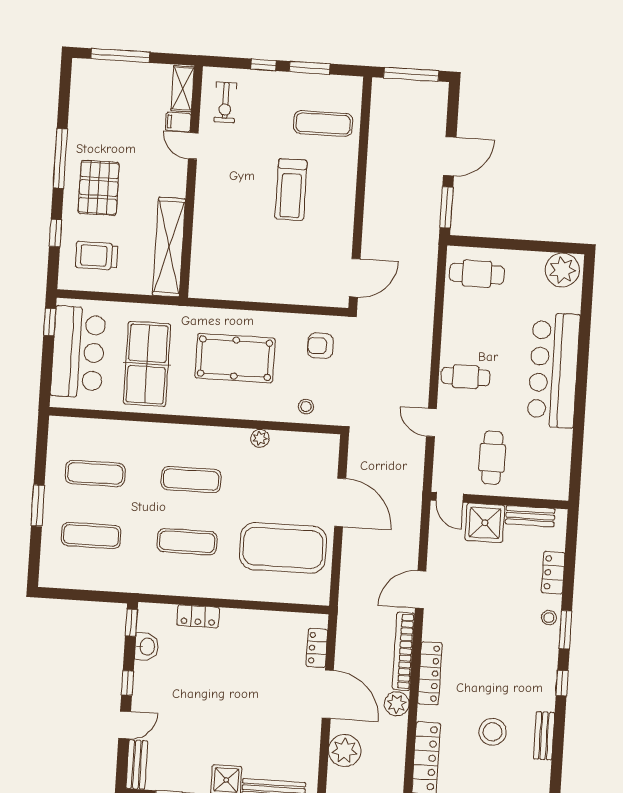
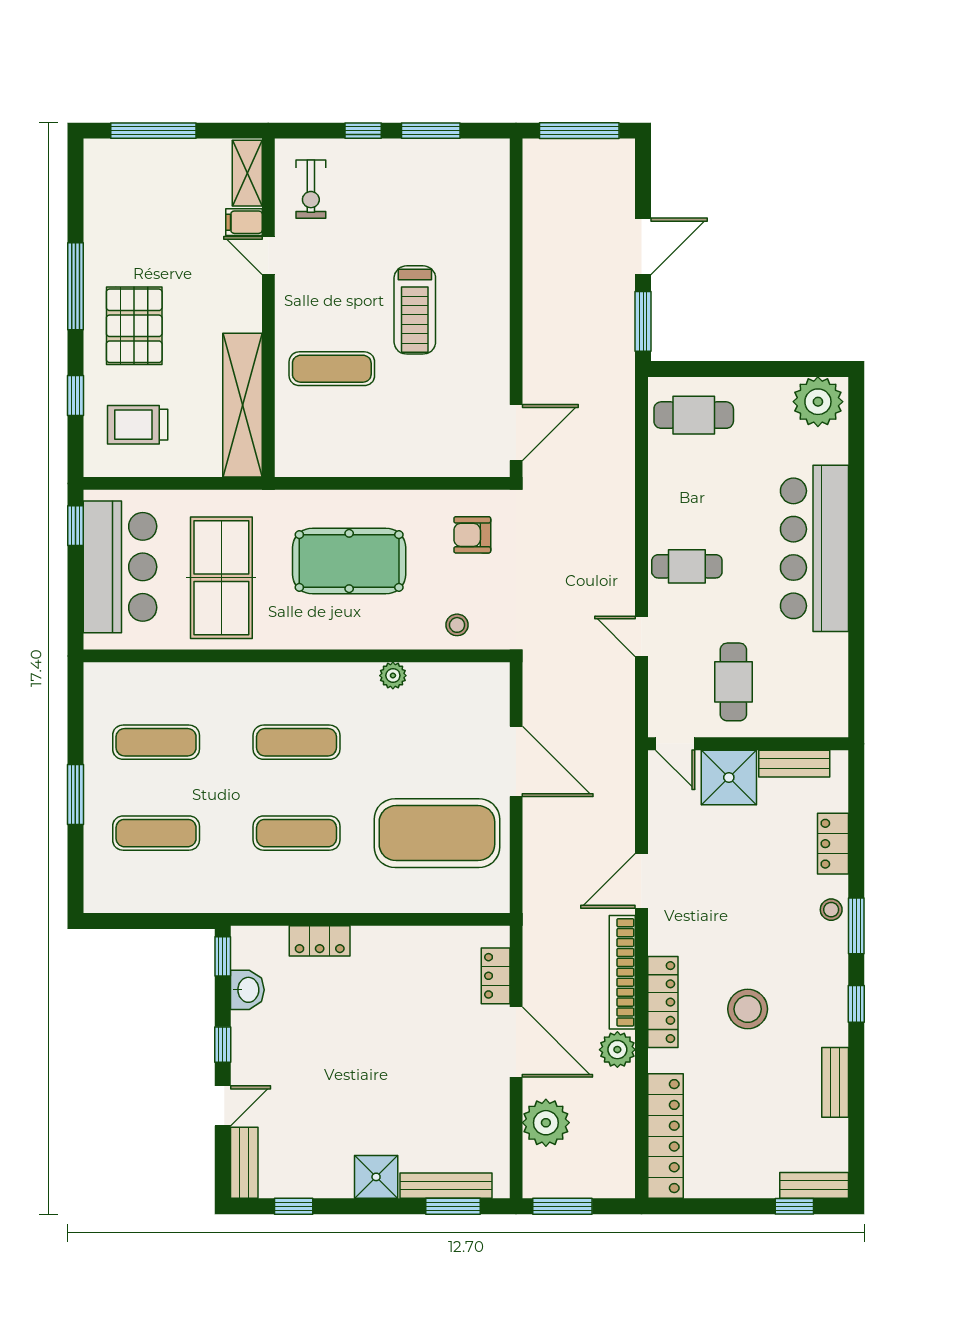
exercise mat: (323, 123) -> (332, 369), moved
stool: (493, 732) -> (748, 1009), moved

